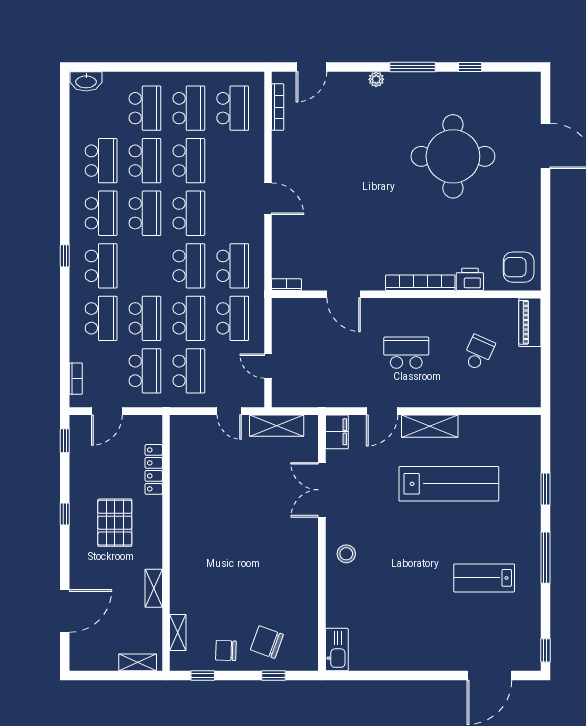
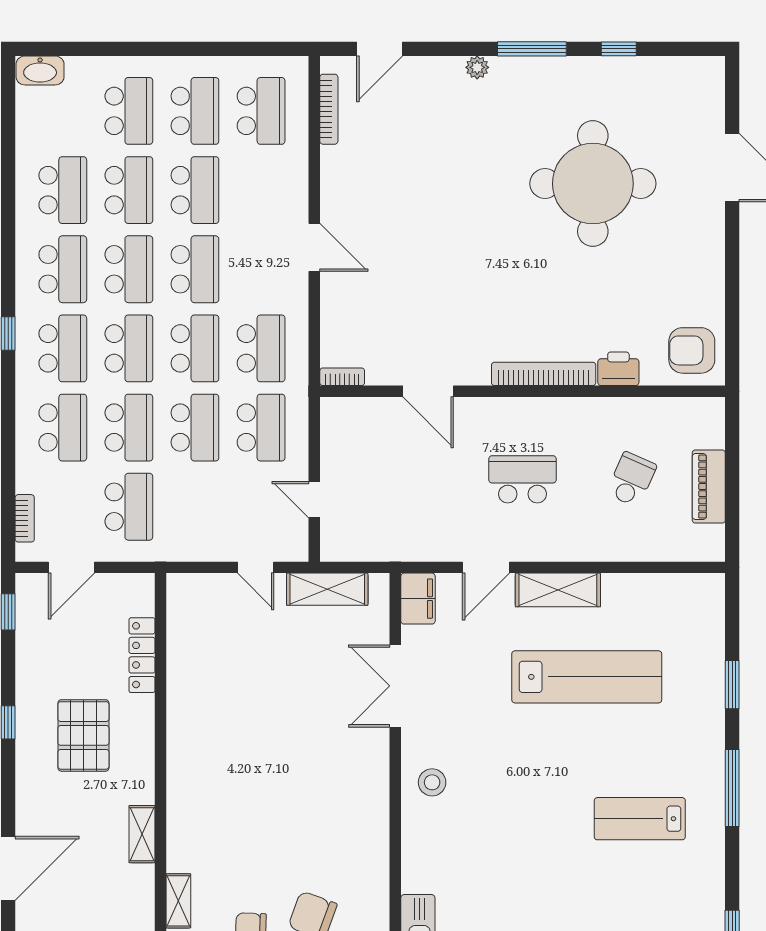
piano: (530, 322) -> (709, 487), moved
school desk: (189, 371) -> (129, 348), moved

